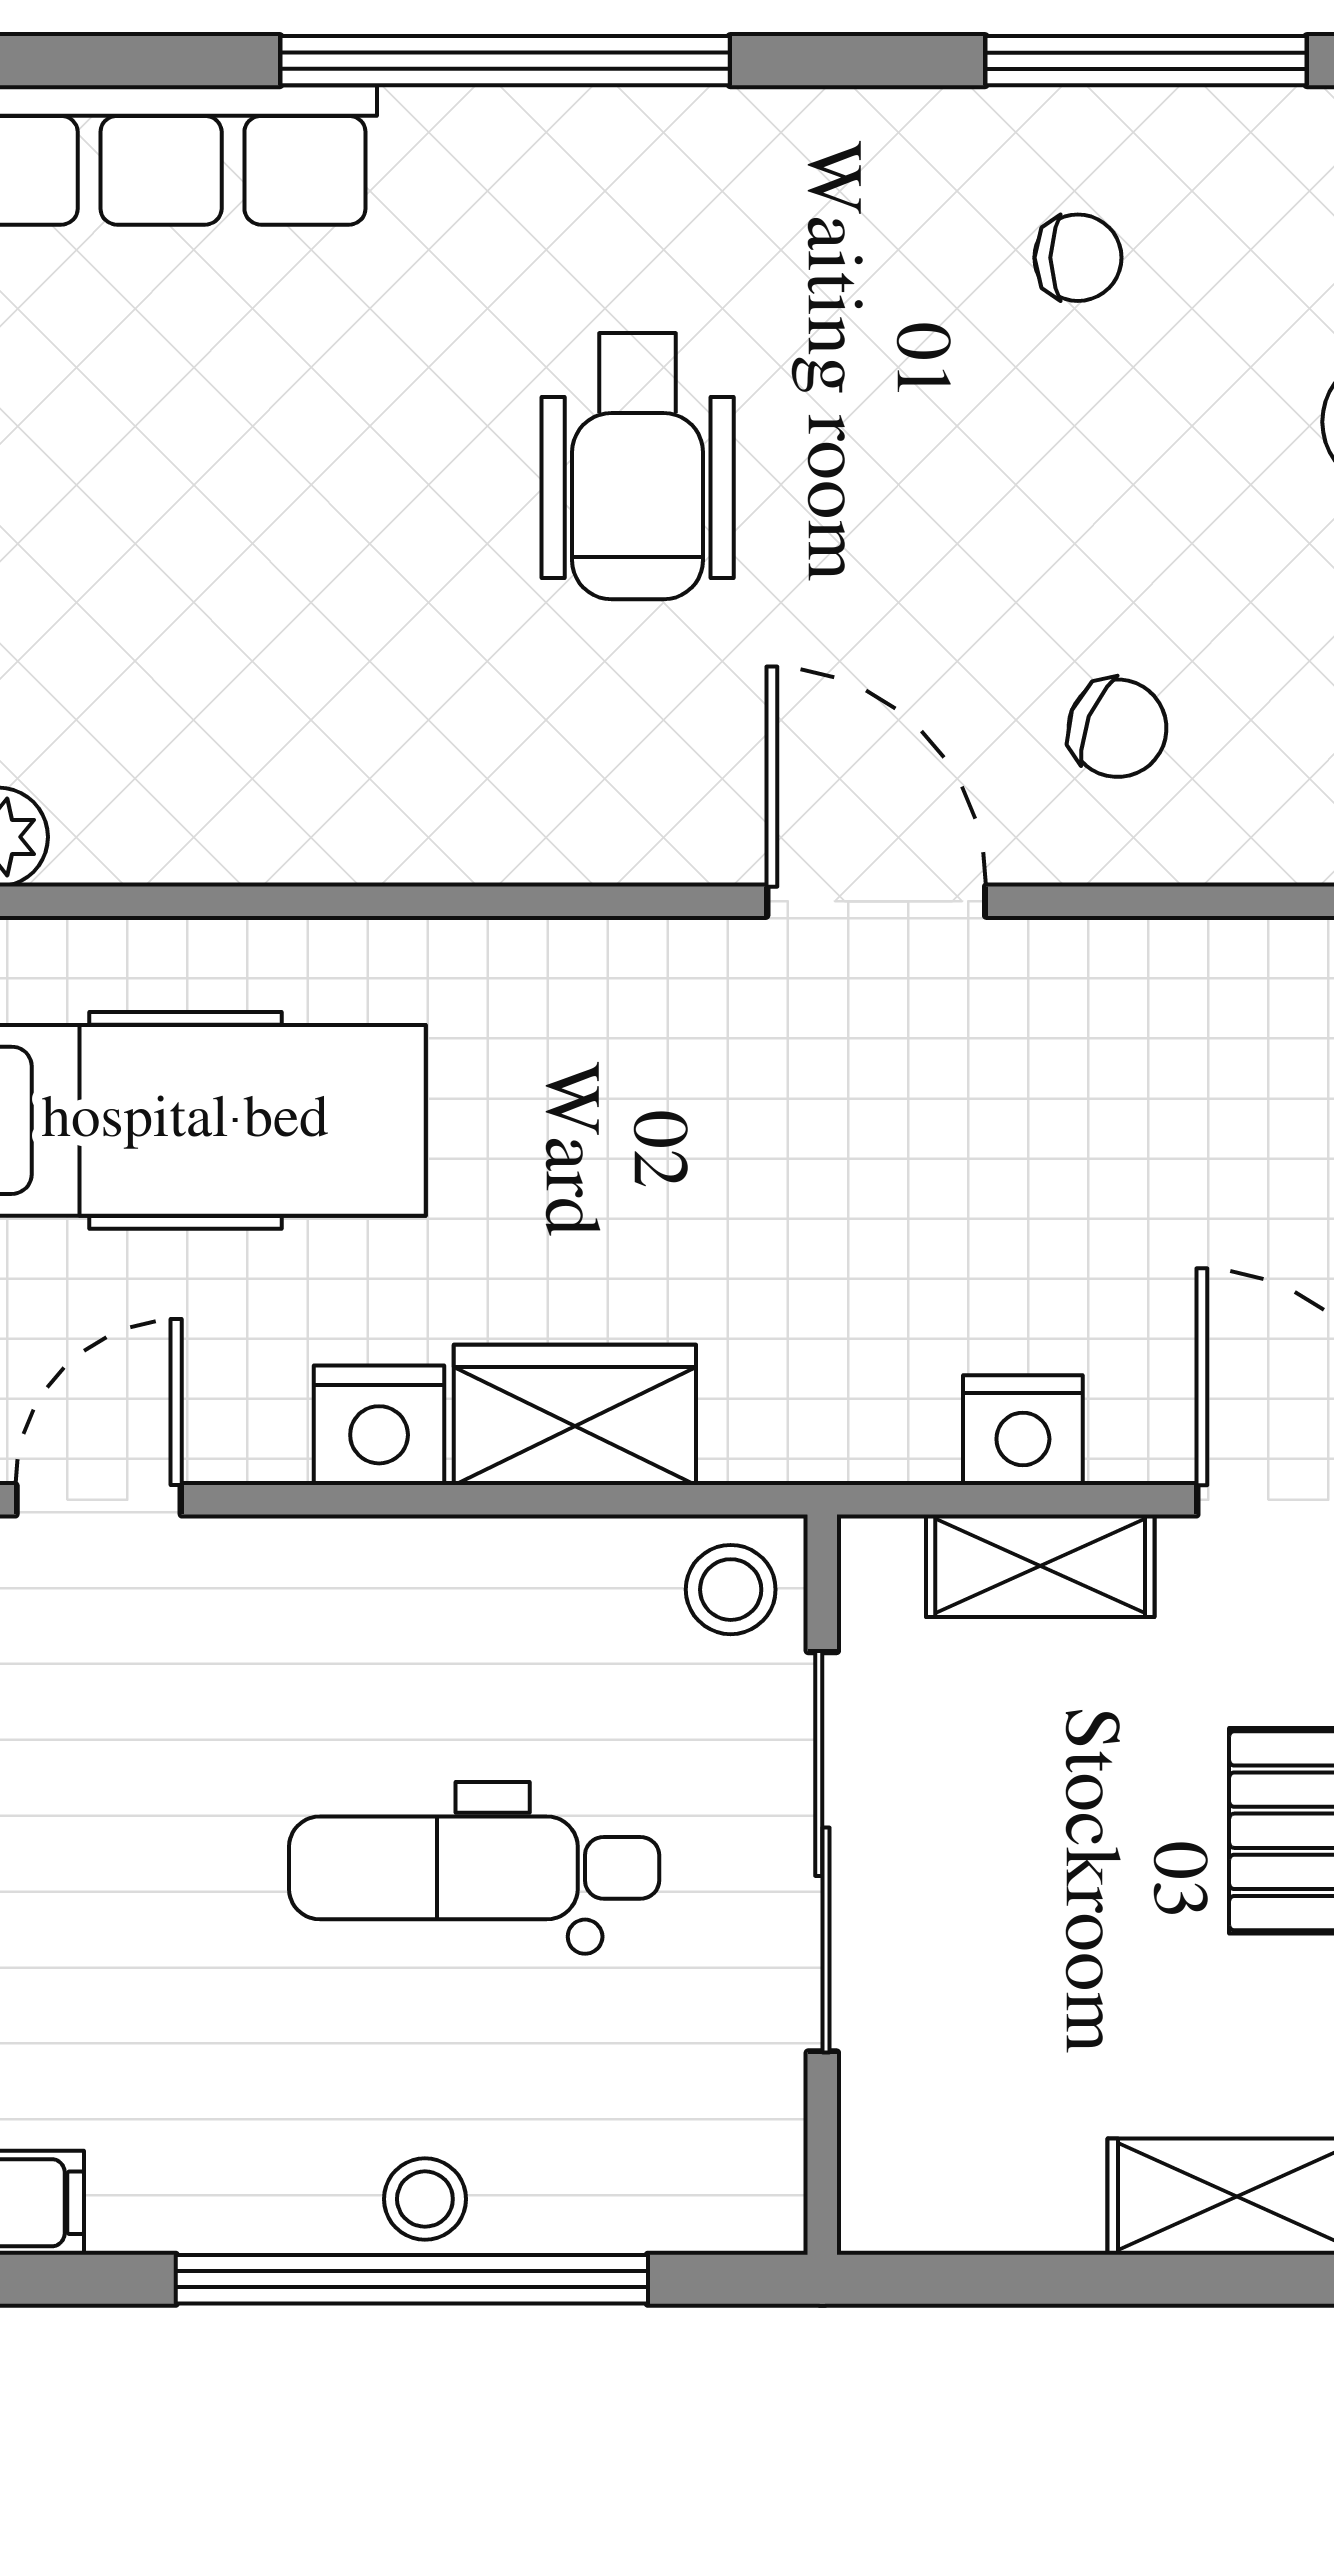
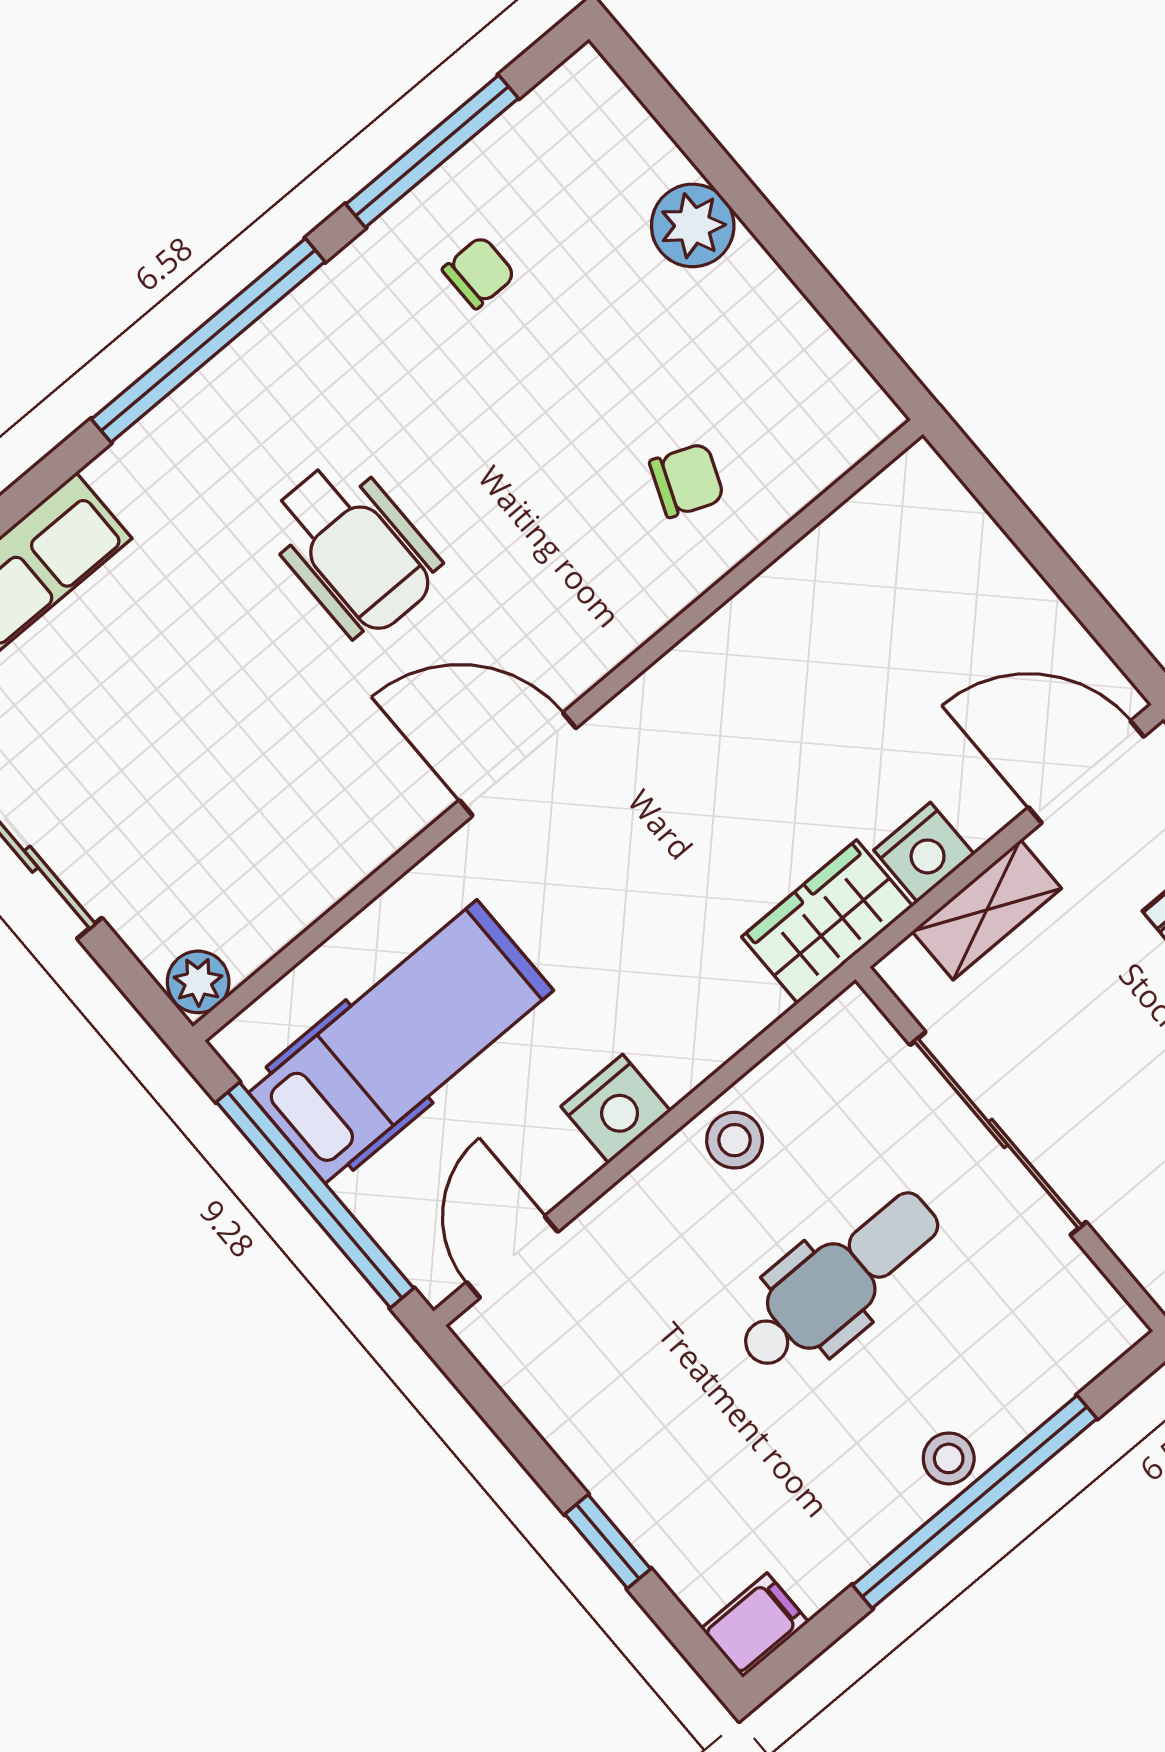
window: (505, 61) -> (208, 340), moved
door: (876, 901) -> (518, 764), moved
wardrobe: (575, 1415) -> (827, 922), moved
stool: (731, 1590) -> (735, 1140), moved
dental chair: (474, 1868) -> (839, 1281), turned 180

